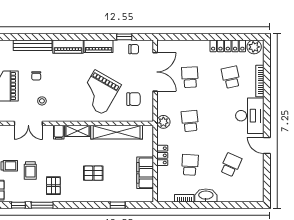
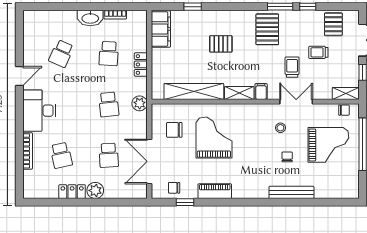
locker: (228, 46) -> (72, 192), width x0.66
piano: (68, 47) -> (250, 191), removed
plant: (254, 47) -> (95, 190), moved
grand piano: (99, 92) -> (214, 138), turned -30
door: (267, 145) -> (19, 76), hinge flipped
trolley: (30, 170) -> (292, 67), moved
filing cabinet: (145, 173) -> (161, 29), moved
pallet: (53, 186) -> (267, 29), width x1.50, depth x1.42

